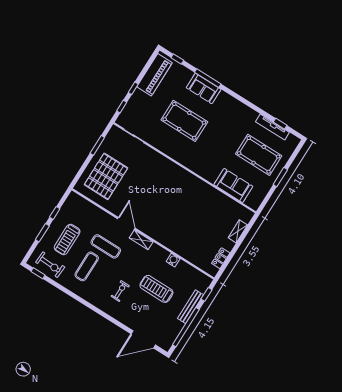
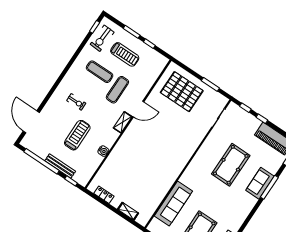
sofa: (233, 185) -> (173, 203), width x1.36
treadmill: (67, 239) -> (125, 54), turned 180

